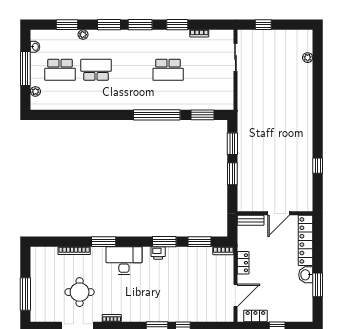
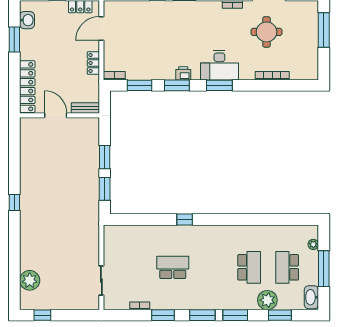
window: (263, 25) -> (42, 315), moved
plant: (83, 35) -> (267, 300), width x1.87, depth x1.87
washbasin: (35, 47) -> (311, 297), width x1.91, depth x1.45
plant: (308, 58) -> (30, 280), width x1.87, depth x1.87
school desk: (60, 70) -> (287, 267), turned -90
school desk: (96, 70) -> (249, 267), turned -90
window: (157, 115) -> (185, 220), width x0.32
window: (203, 115) -> (136, 220), removed
window: (318, 166) -> (14, 203), moved
door: (279, 213) -> (56, 115), hinge flipped
window: (104, 242) -> (219, 85), moved
washbasin: (306, 275) -> (27, 20), moved

